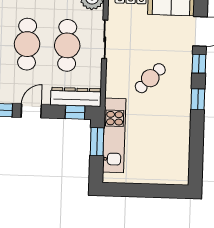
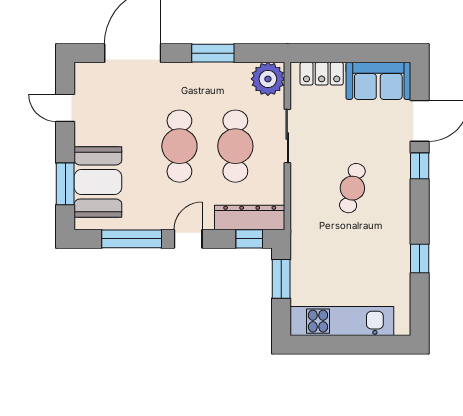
cafe table: (150, 78) -> (352, 188), turned -30
window: (198, 99) -> (420, 259), moved
kitchen unit: (114, 135) -> (342, 321), moved, turned -90

